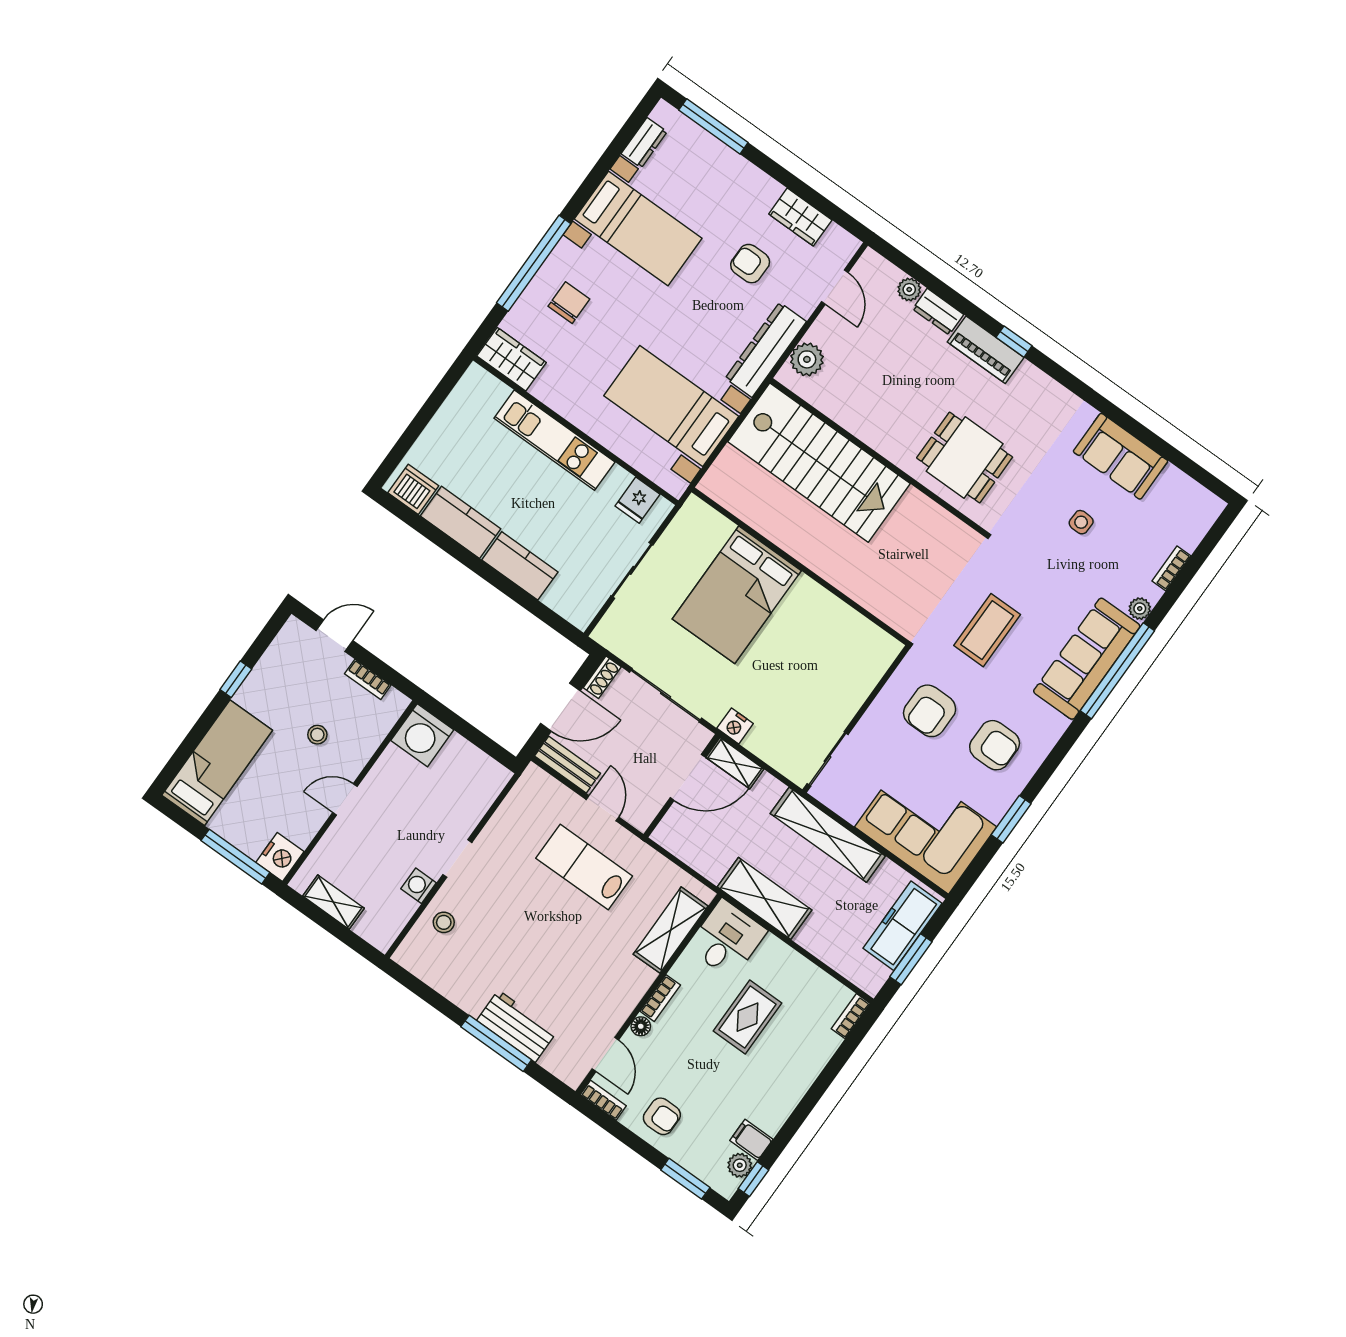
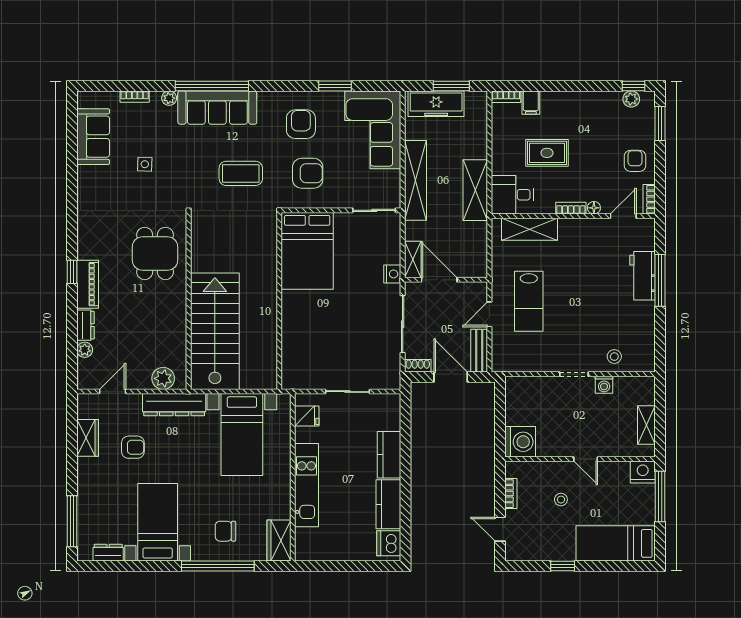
armchair: (750, 264) -> (133, 447), turned -90
sofa: (1121, 456) -> (93, 137), moved
bed: (737, 595) -> (307, 251), moved, turned 90
filing cabinet: (751, 1140) -> (531, 103), moved

